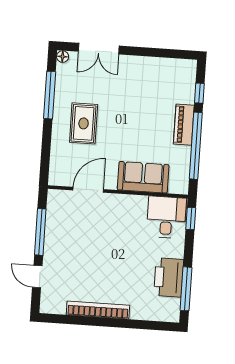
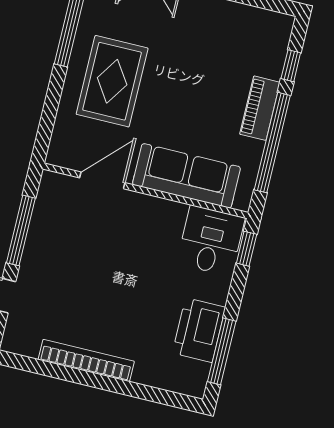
rug: (84, 123) -> (112, 81), width x1.36, depth x1.43
sofa: (143, 177) -> (186, 176), width x1.36

